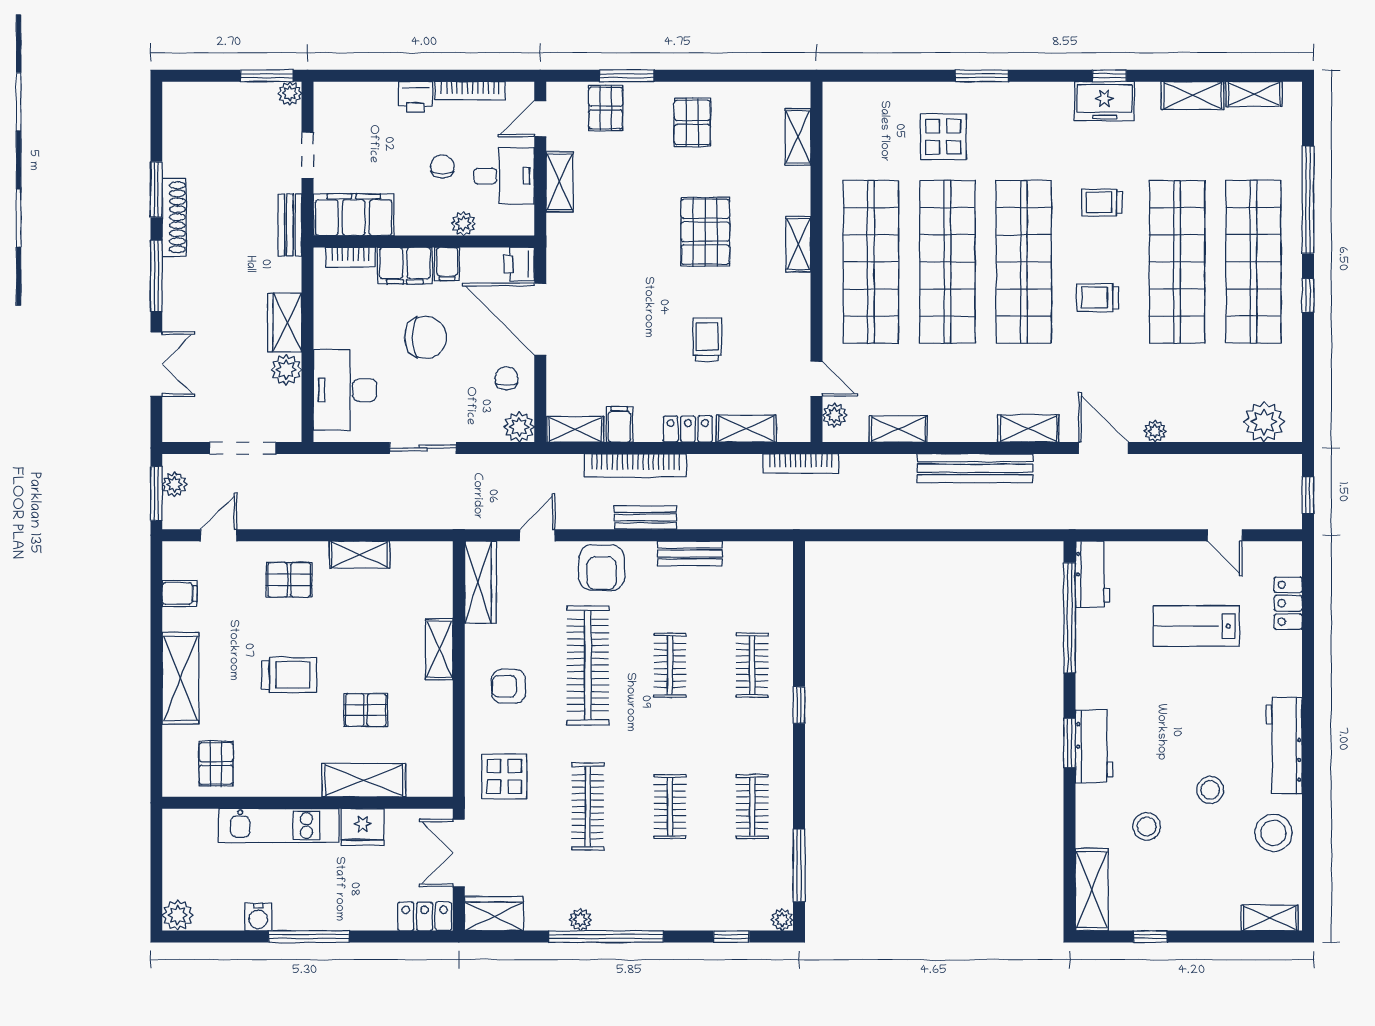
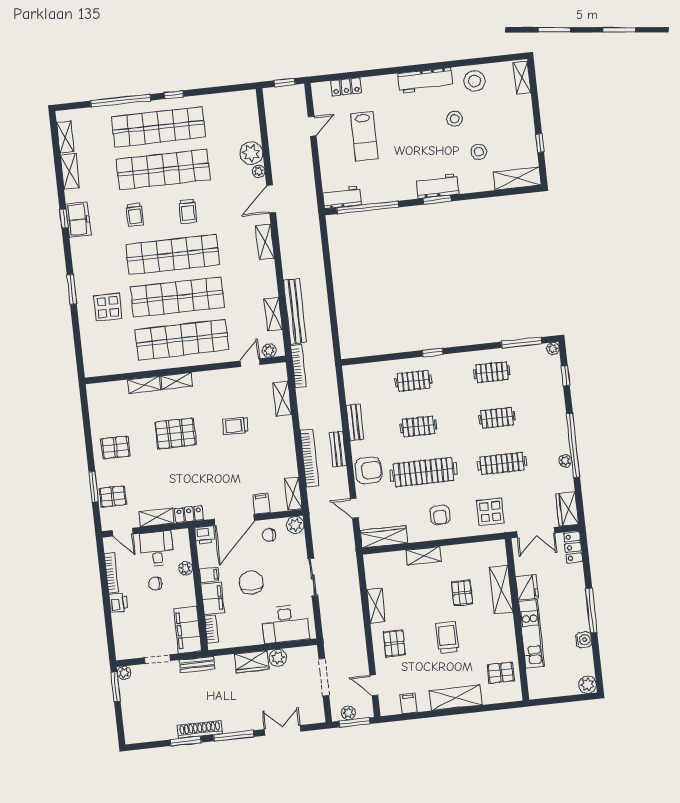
shelving: (798, 137) -> (144, 385), moved
plant: (1264, 422) -> (251, 153), moved
filing cabinet: (619, 424) -> (261, 504), moved, turned 90
locker: (688, 429) -> (189, 514), moved, turned 90
bench: (975, 468) -> (295, 311), moved

